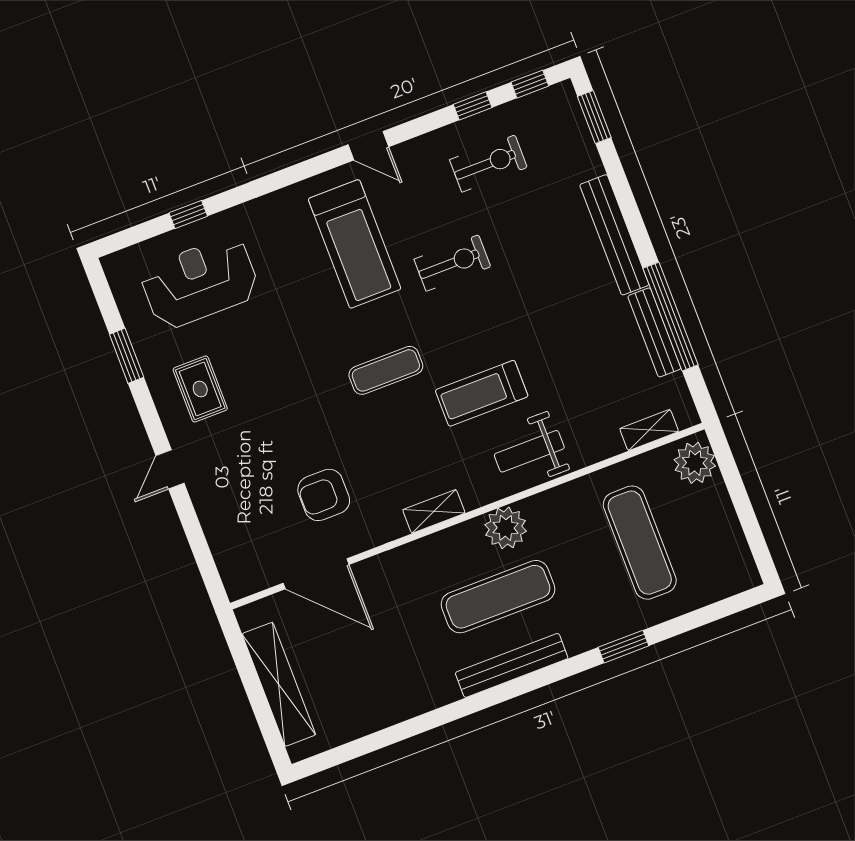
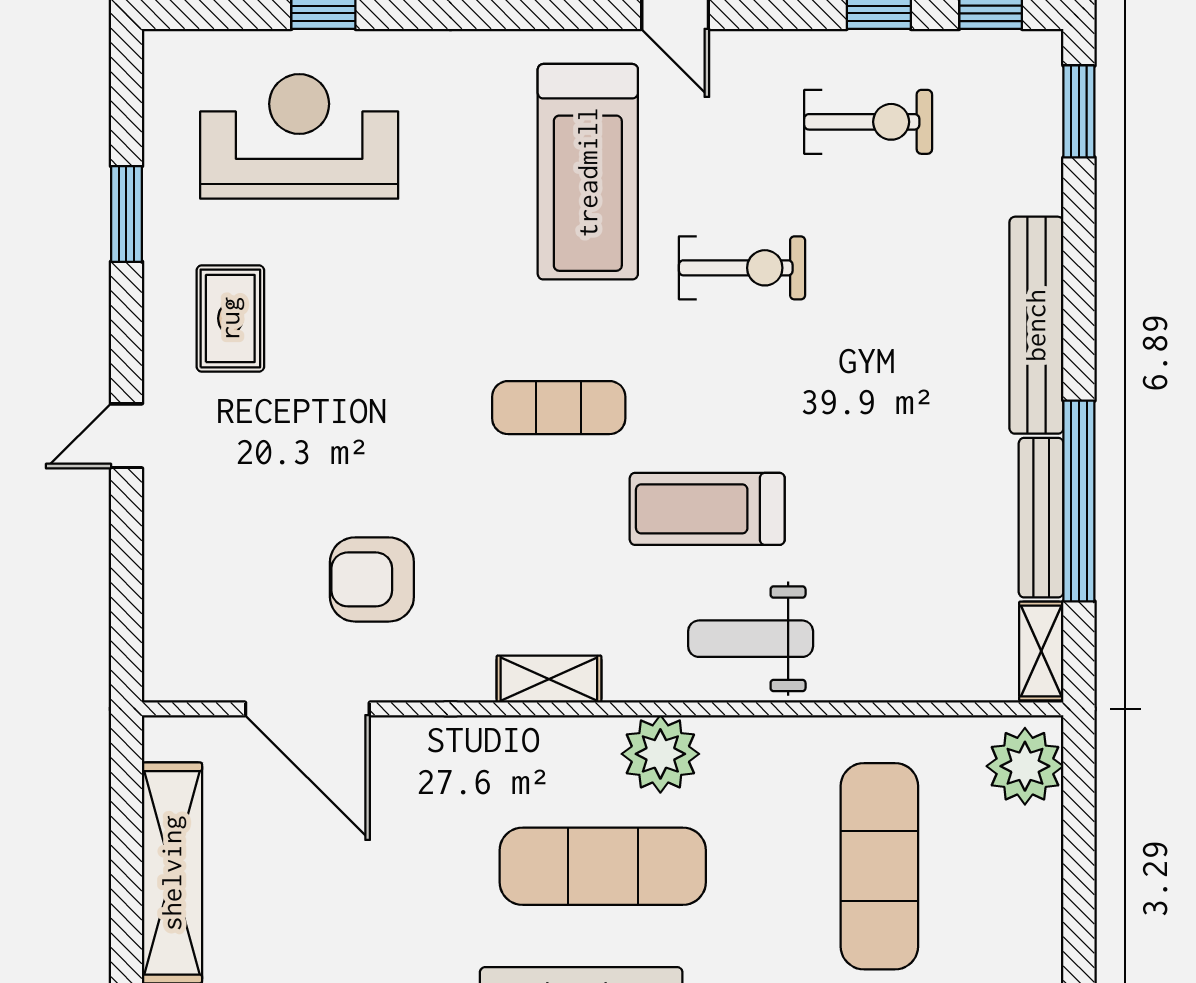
shelving: (649, 430) -> (1041, 651), moved, turned 90

